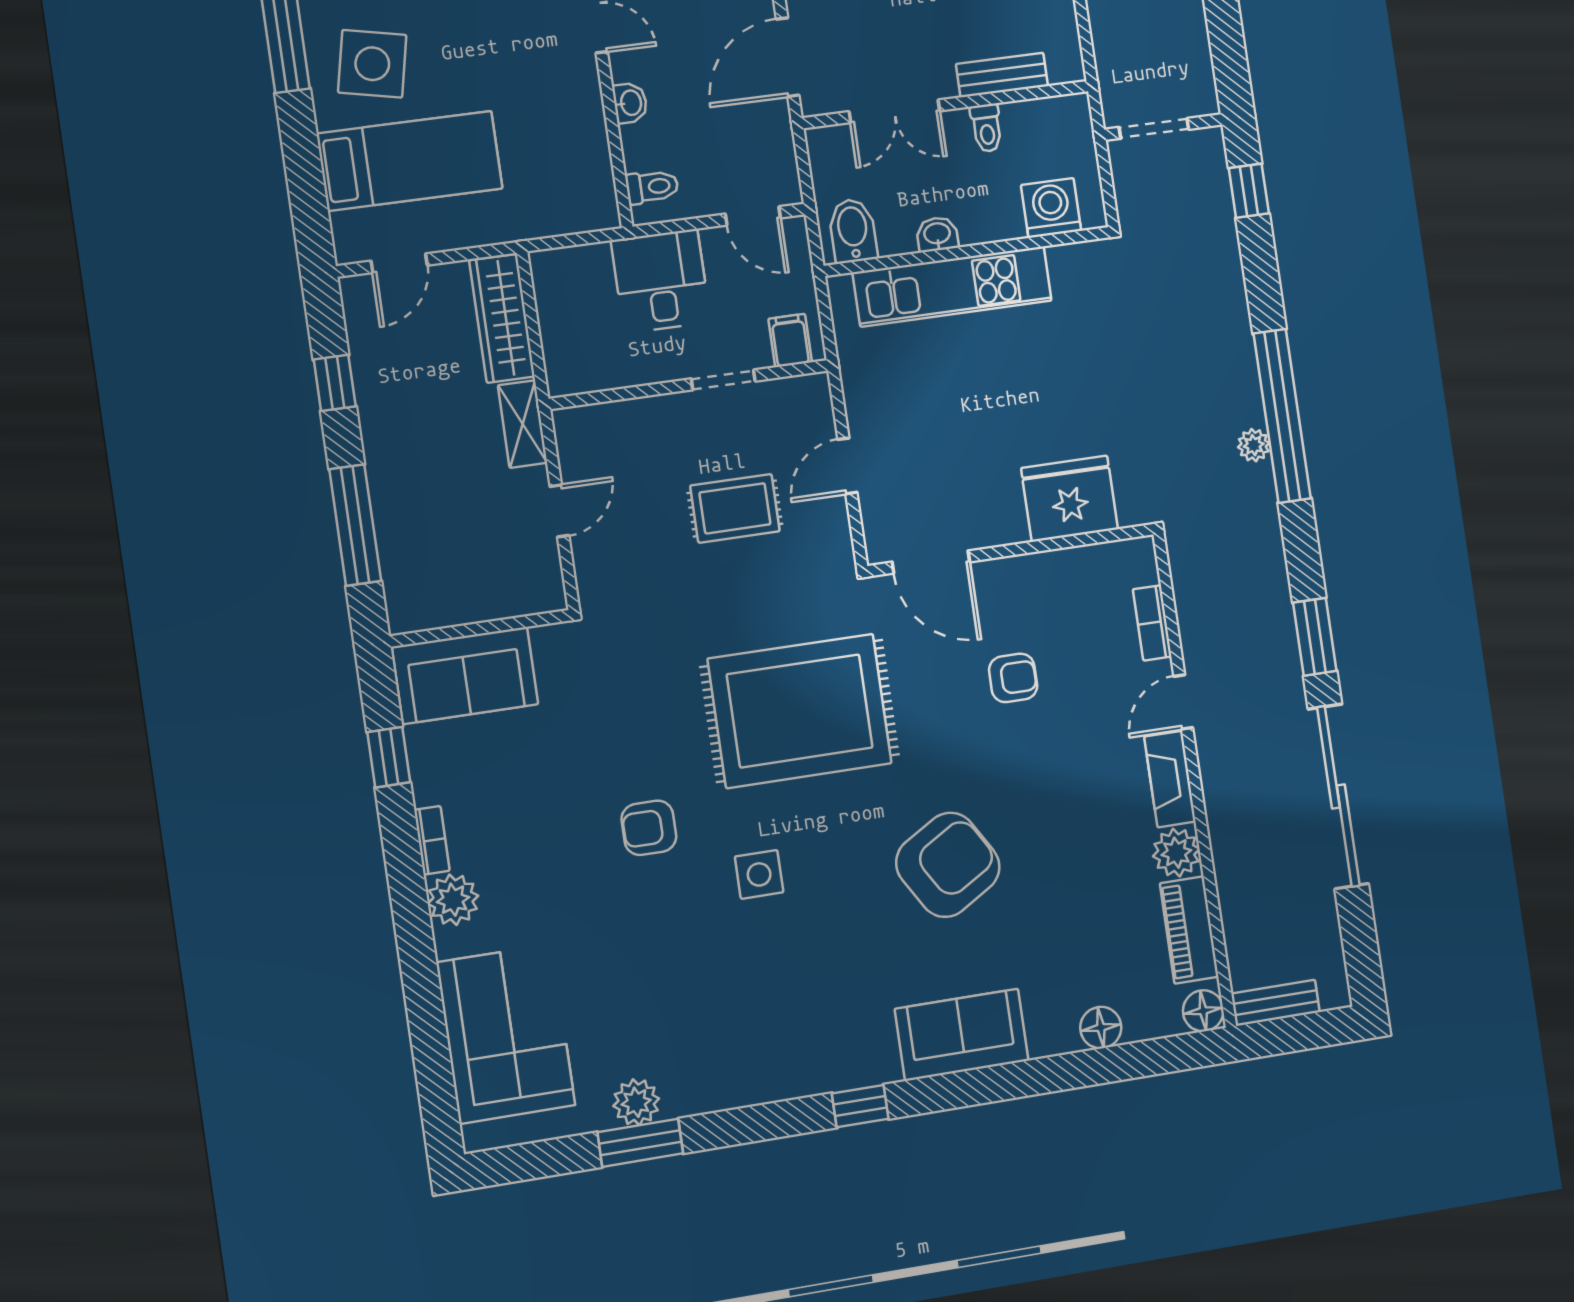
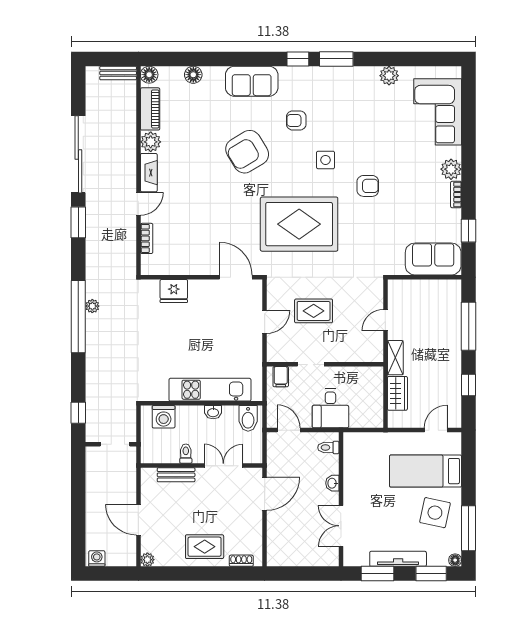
wardrobe: (502, 318) -> (397, 393), width x0.67
fridge: (1069, 499) -> (174, 291), width x0.73, depth x0.75
armchair: (1013, 678) -> (296, 120), moved
window: (640, 1143) -> (336, 59), moved

